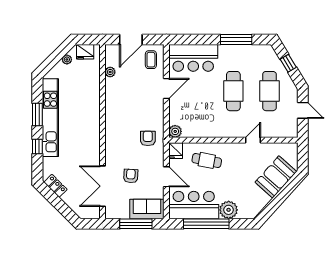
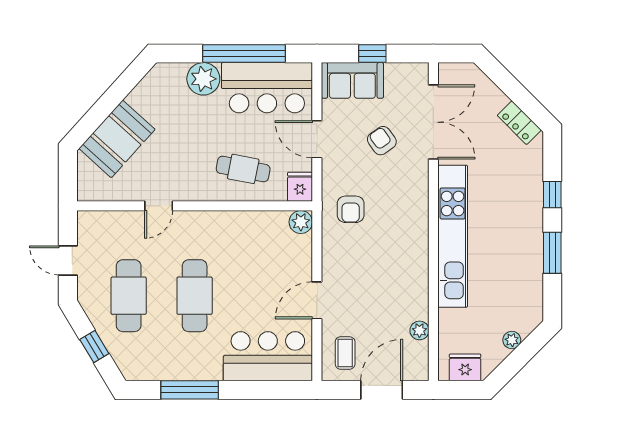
plant: (67, 59) -> (512, 340), moved
kitchen unit: (50, 118) -> (453, 236), moved, turned 180
armchair: (131, 176) -> (382, 141), turned 142
window: (136, 224) -> (372, 53), width x0.46

